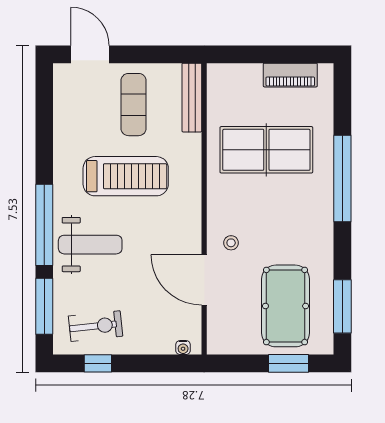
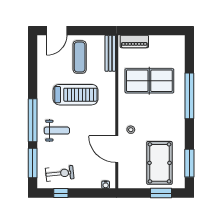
door: (90, 54) -> (57, 31), swing flipped
piano: (290, 75) -> (134, 41), moved
weight bench: (90, 245) -> (57, 131), width x0.73, depth x0.75

